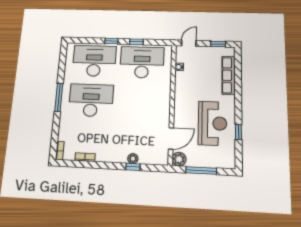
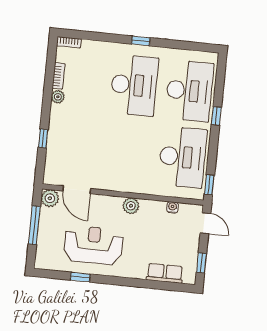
window: (136, 42) -> (209, 185), moved
row of seats: (229, 75) -> (165, 273), width x0.68
window: (59, 97) -> (141, 41), width x0.46
plant: (180, 97) -> (131, 206), added
reception desk: (212, 123) -> (93, 245), turned 180
plant: (133, 159) -> (58, 97), moved

